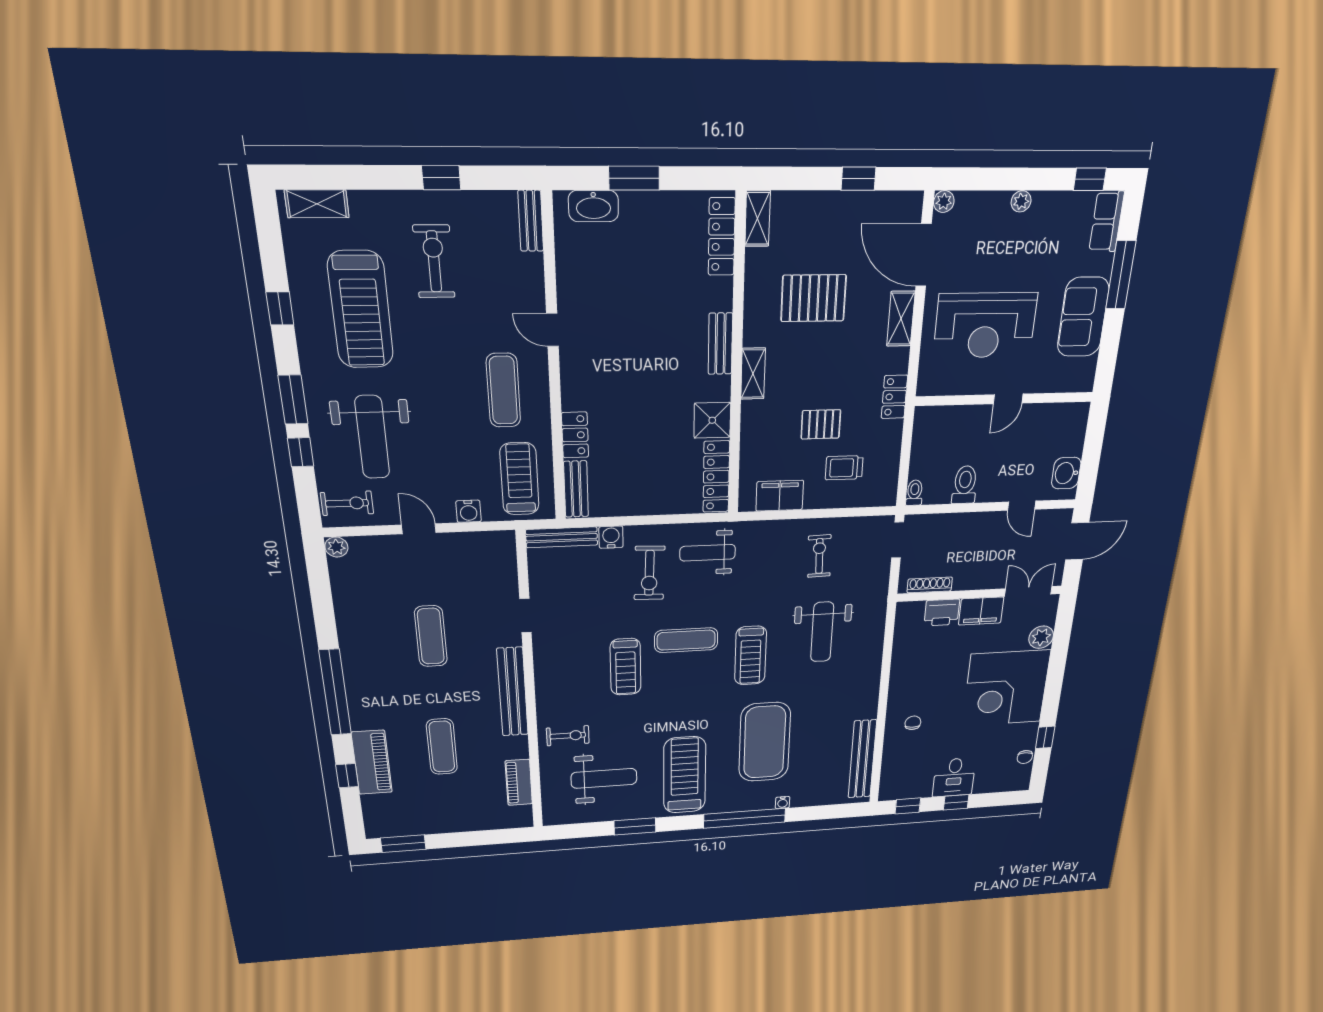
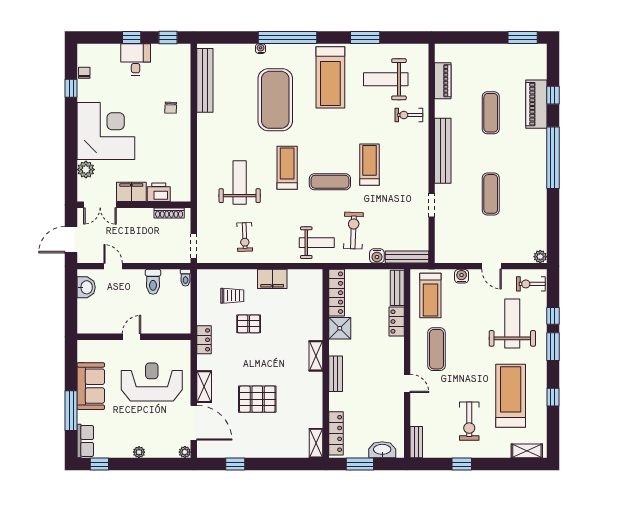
shelving: (758, 218) -> (316, 443), moved
locker: (722, 237) -> (336, 433), moved
bench: (720, 344) -> (336, 374), moved
wall: (737, 361) -> (326, 364), moved
shelving: (753, 374) -> (316, 356), moved
shower: (712, 420) -> (340, 328), moved
locker: (716, 477) -> (337, 293), moved

